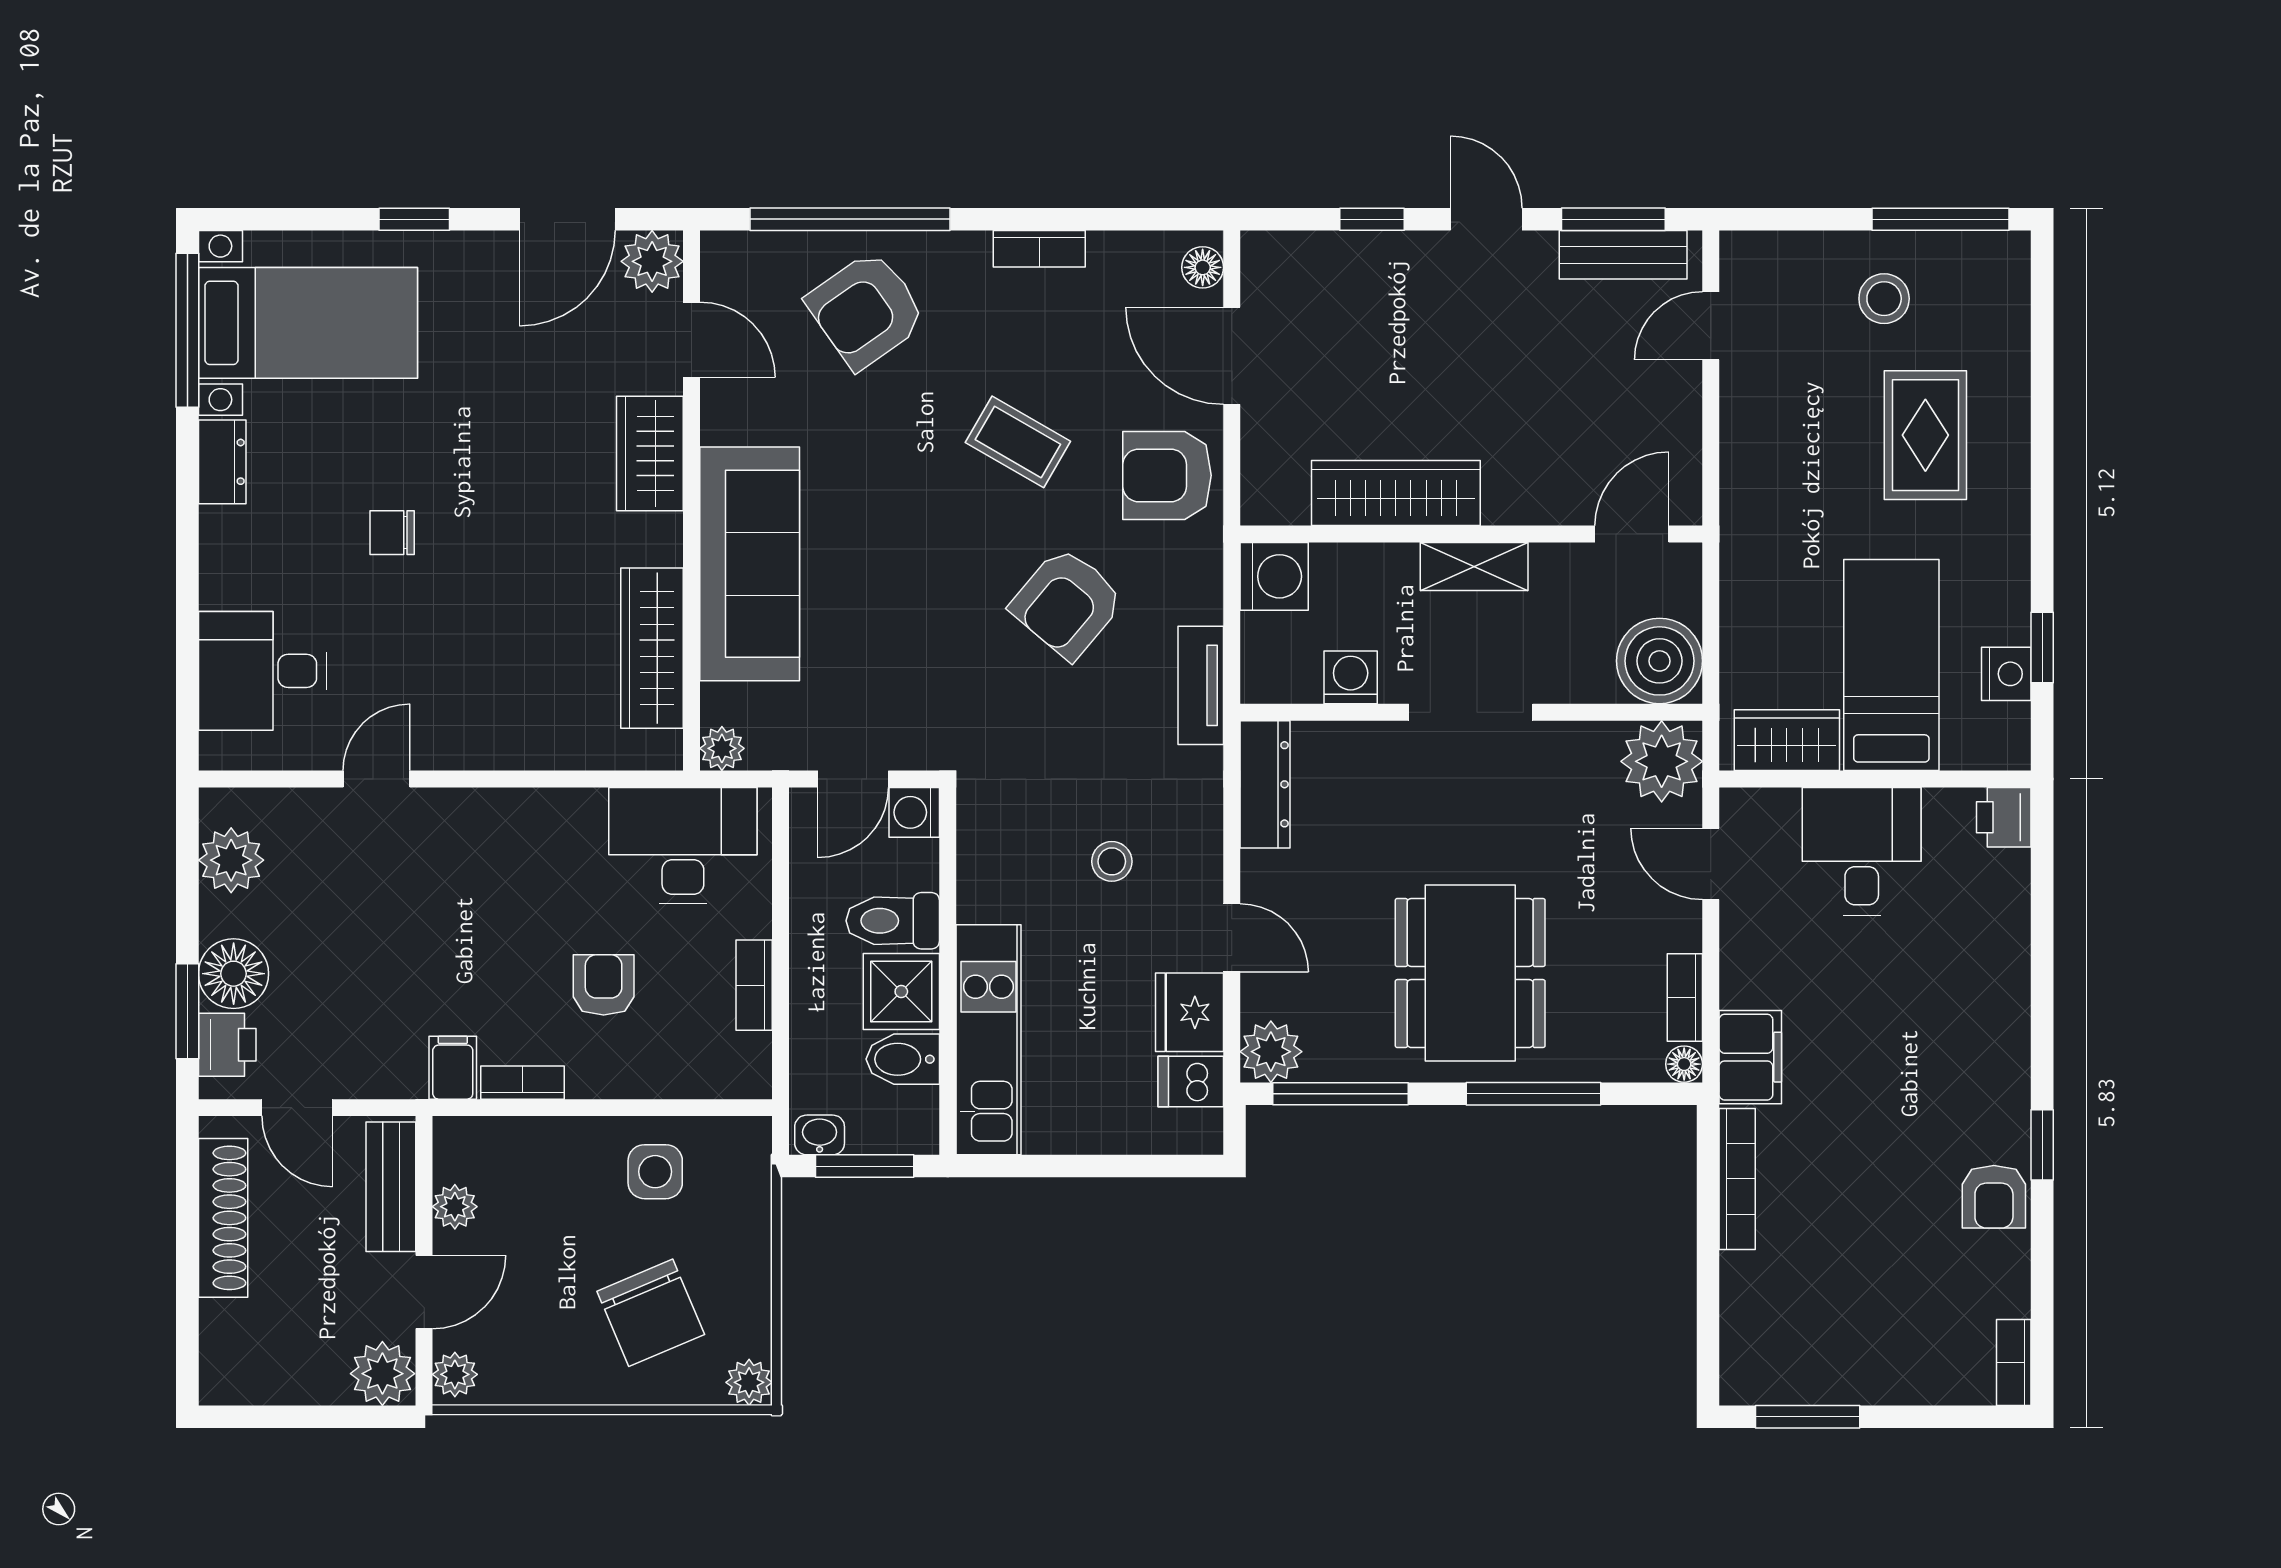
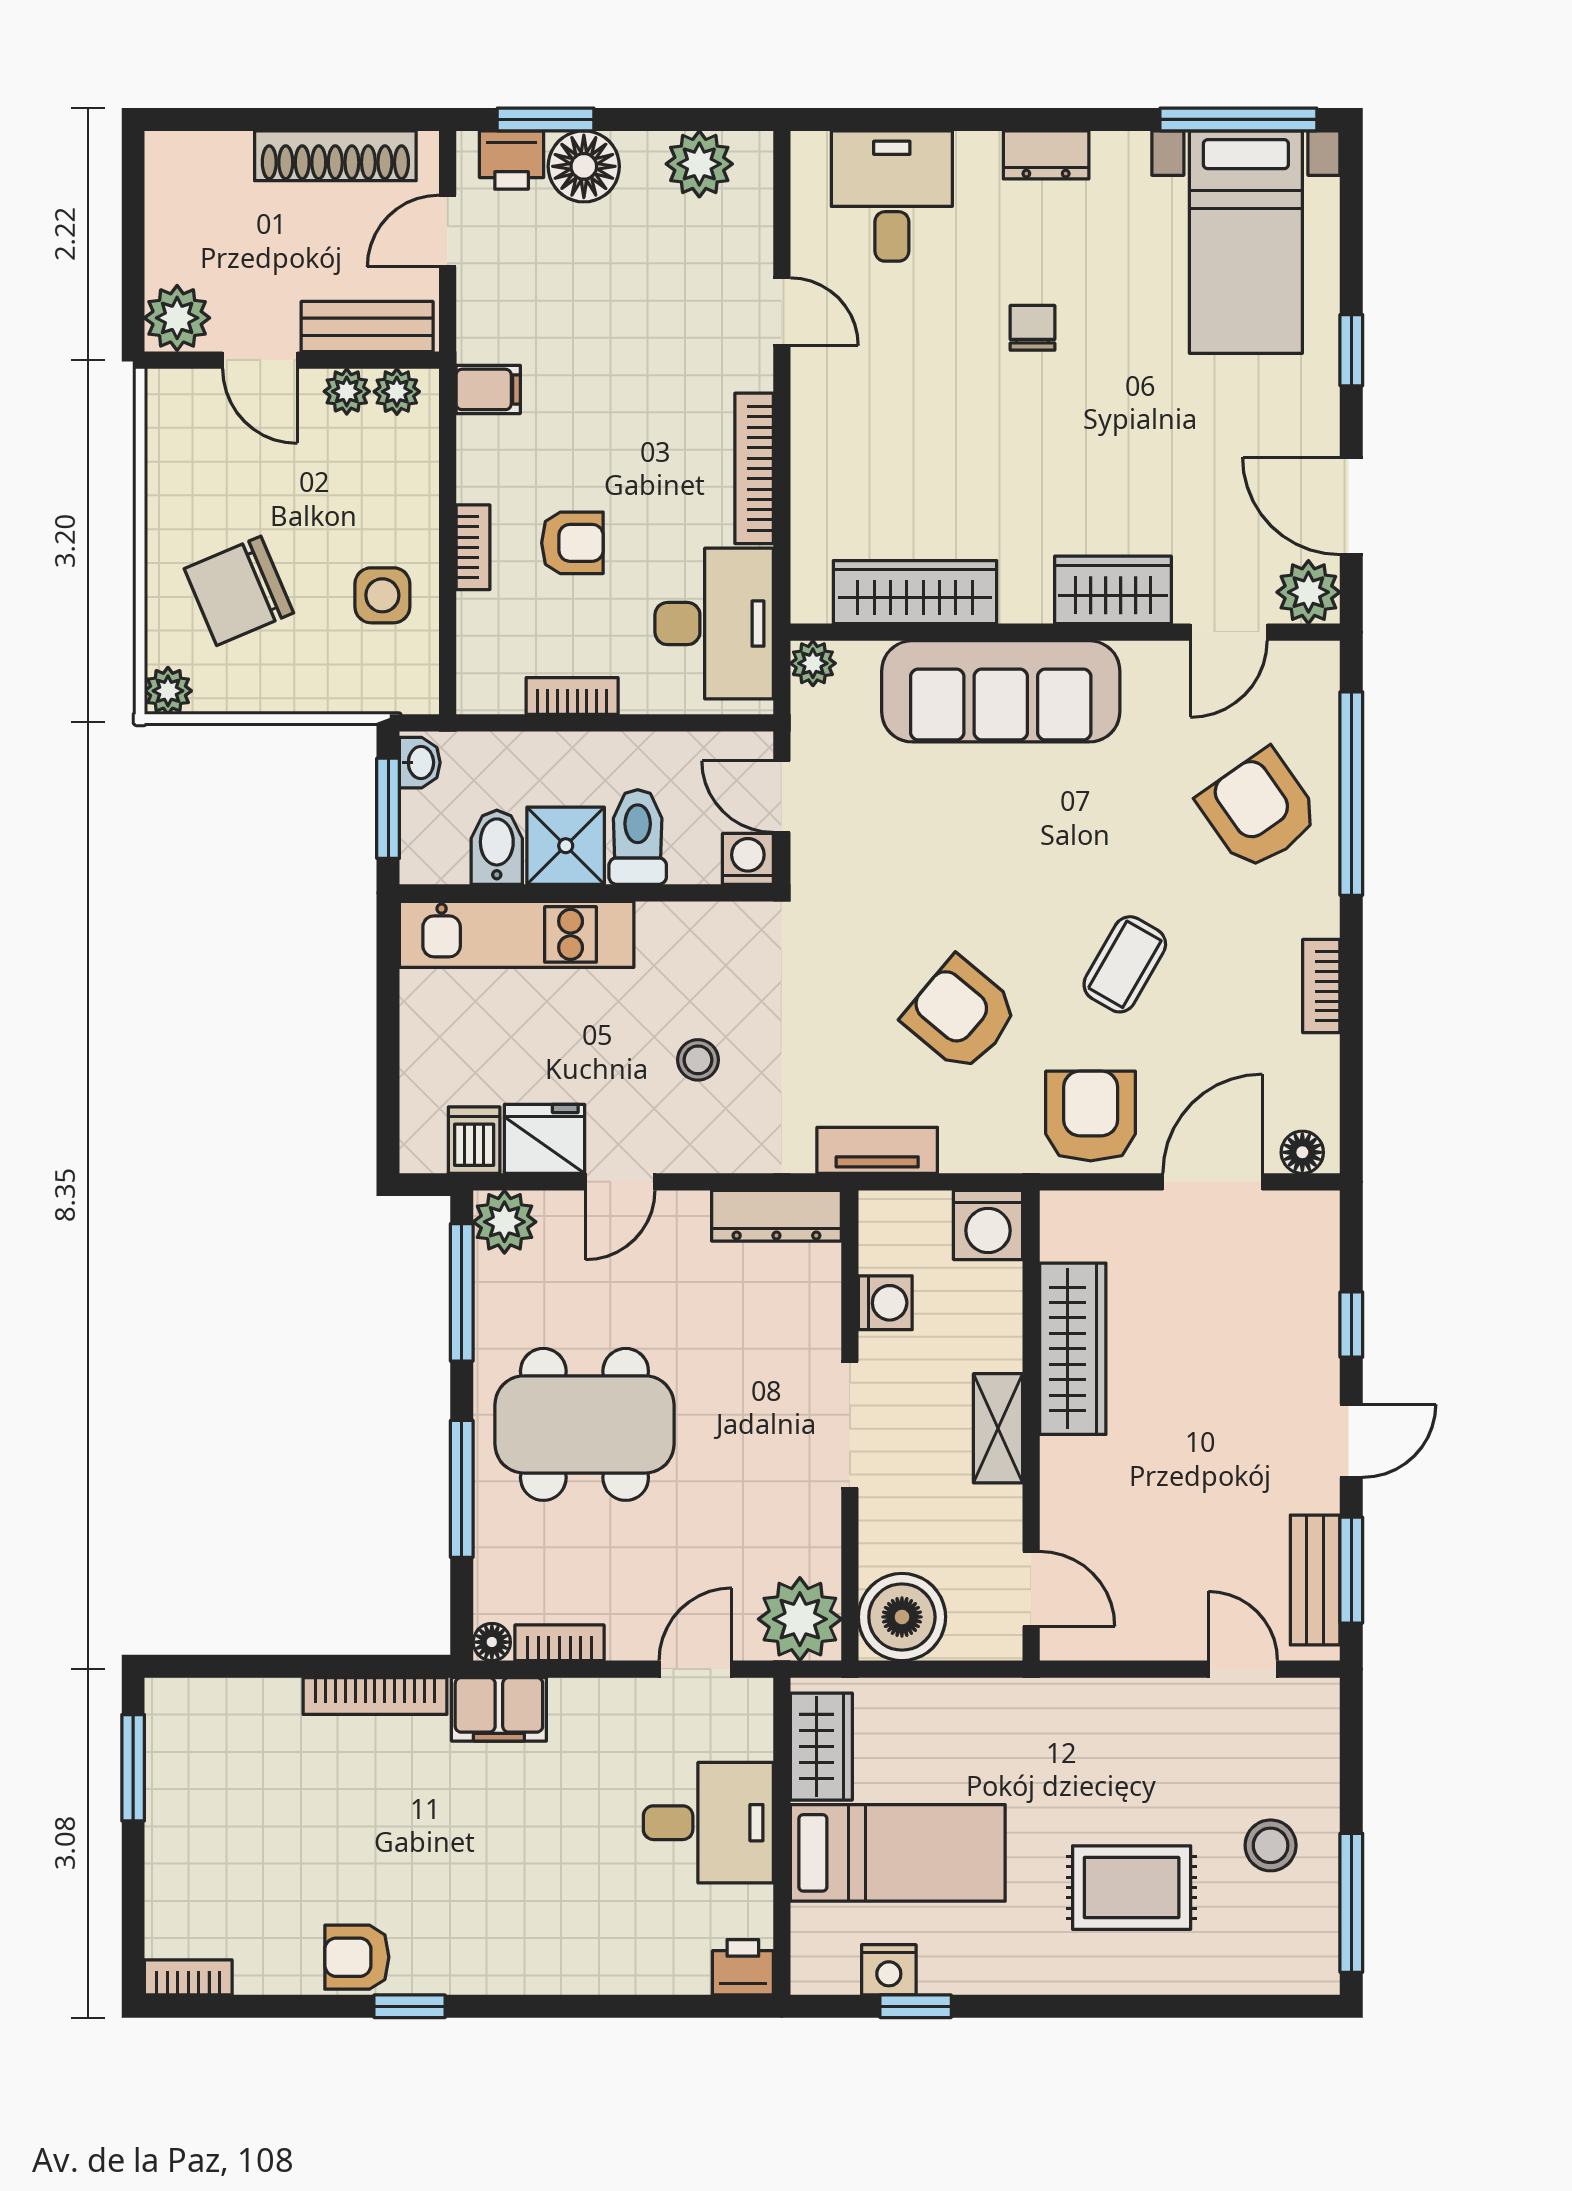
dresser: (222, 462) -> (1046, 155), moved
bookcase: (530, 806) -> (754, 468), added
bookcase: (523, 1083) -> (473, 547), moved
plant: (455, 1374) -> (397, 392), moved

